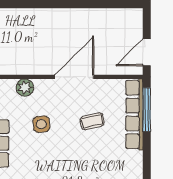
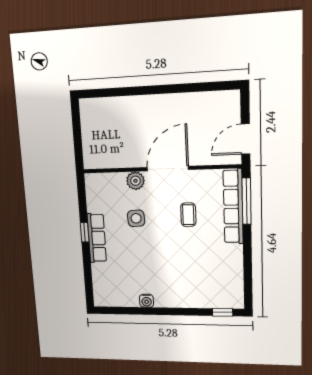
plant: (25, 88) -> (135, 181), moved
coffee table: (92, 121) -> (188, 215), turned -76

